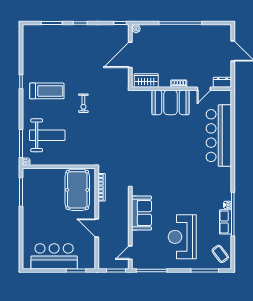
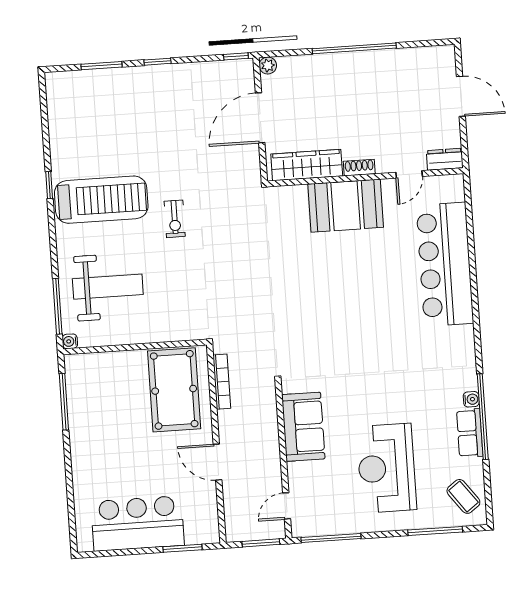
wardrobe: (146, 81) -> (307, 165), width x1.50
treadmill: (47, 91) -> (101, 200), width x1.37, depth x1.38

